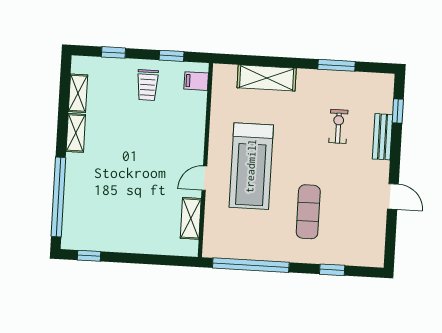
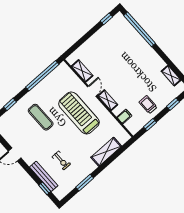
filing cabinet: (196, 81) -> (124, 116), moved
shelving: (76, 133) -> (108, 100), moved
bench: (383, 137) -> (44, 176), width x1.36

